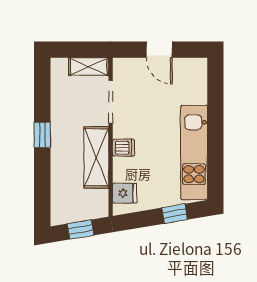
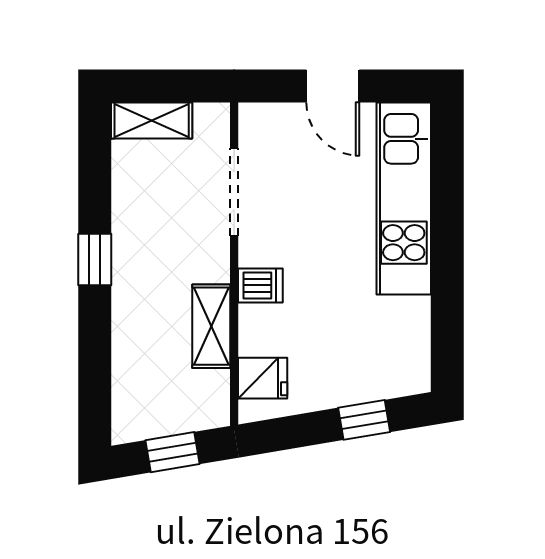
shelving: (89, 67) -> (152, 121), moved
kitchen unit: (194, 152) -> (404, 198), moved
shelving: (96, 157) -> (211, 326), width x0.67, depth x0.75

